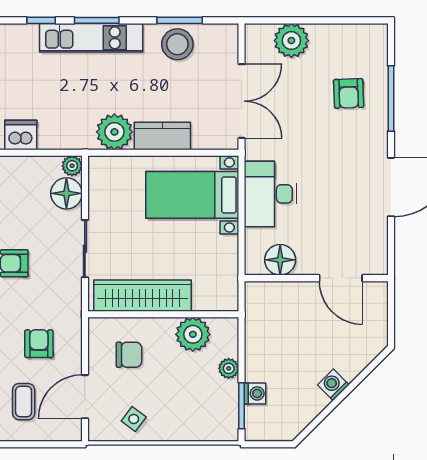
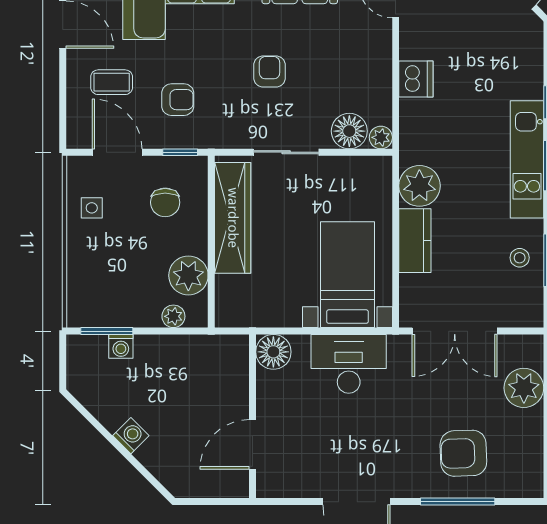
stool: (177, 44) -> (520, 258), width x0.53, depth x0.53
armchair: (349, 93) -> (463, 453), width x1.38, depth x1.38
floor lamp: (280, 260) -> (273, 352), moved
window: (85, 342) -> (180, 152), added
plant: (229, 368) -> (173, 316), moved
side table: (134, 419) -> (92, 208), turned -37

